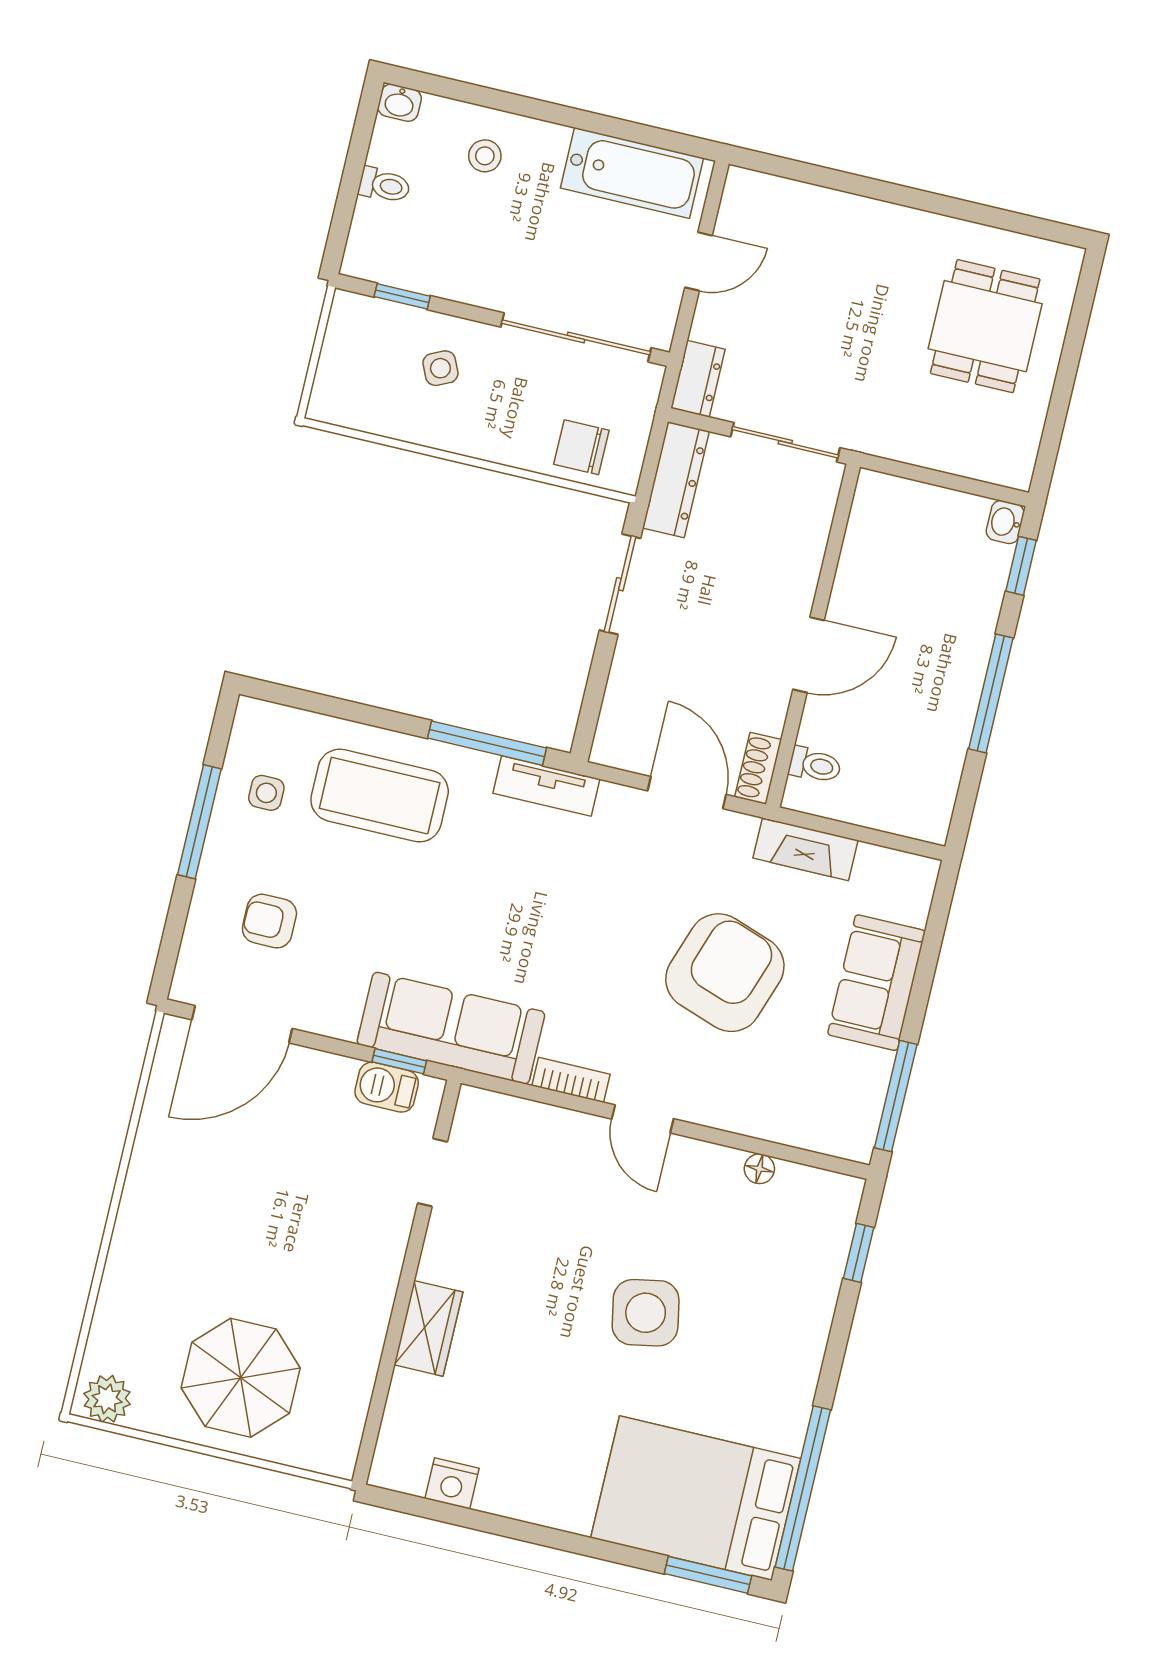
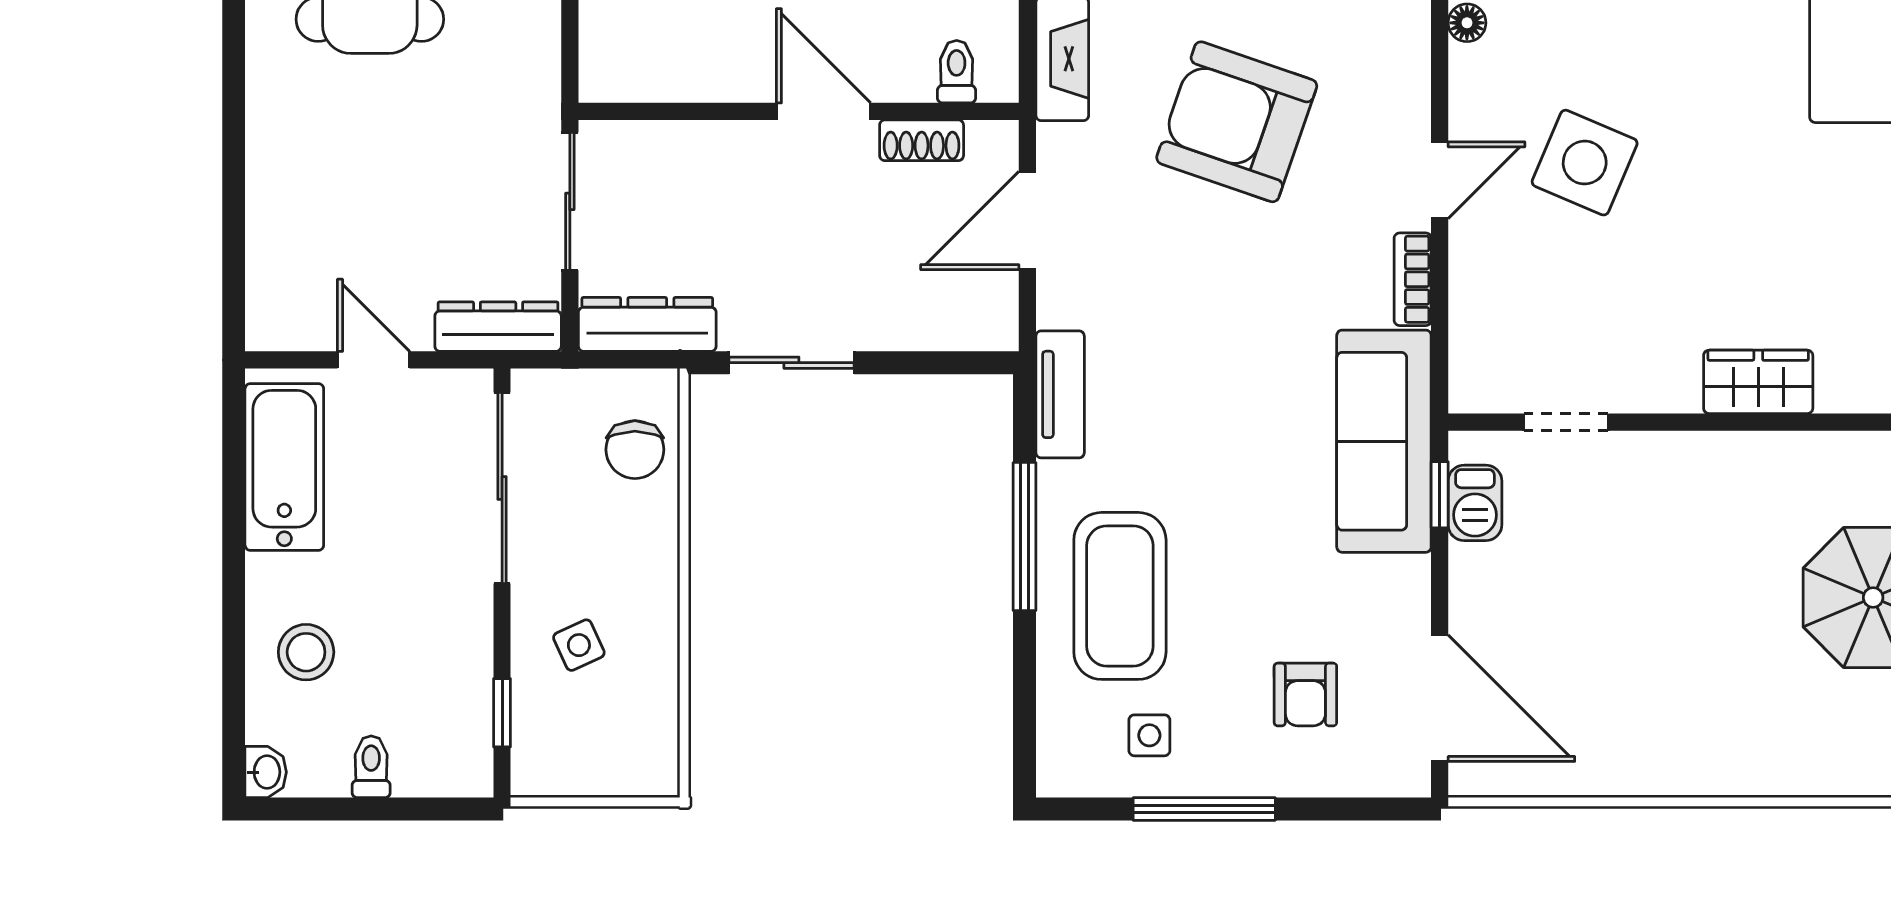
stool: (485, 156) -> (306, 652), width x1.37, depth x1.37
dresser: (698, 379) -> (498, 327), width x1.44
window: (487, 743) -> (1025, 537), moved
shoe rack: (758, 768) -> (922, 140), moved
side table: (646, 1313) -> (1585, 163), moved, turned 34

